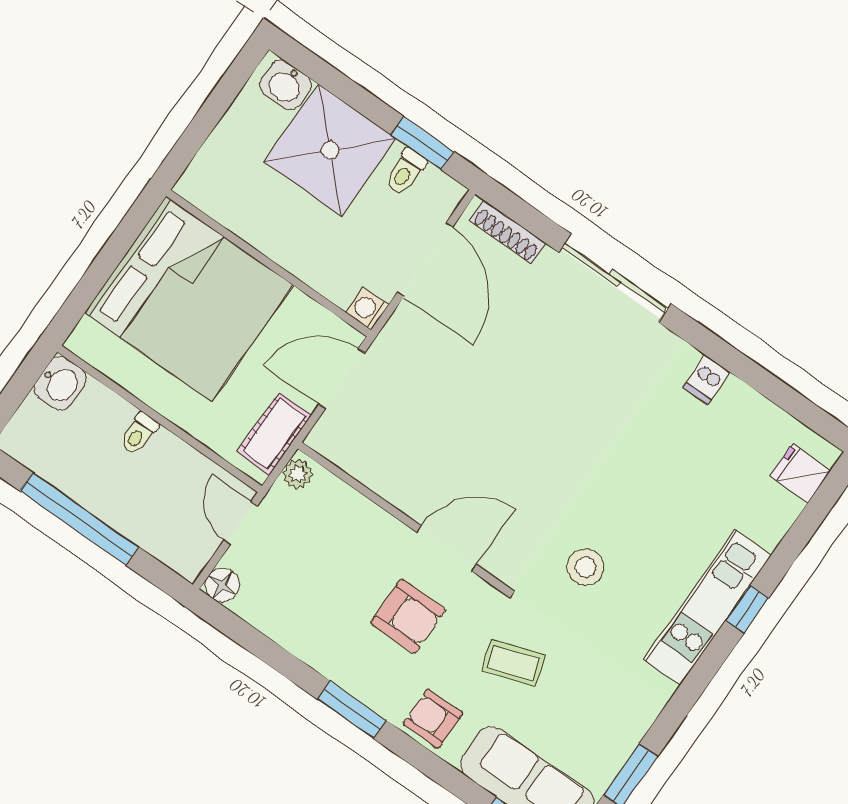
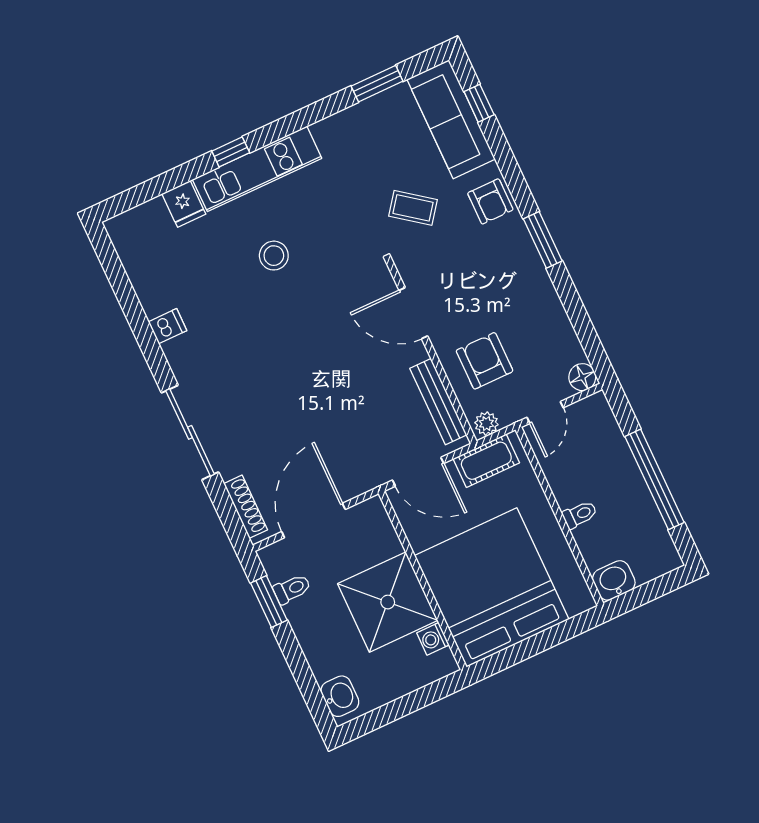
shower: (330, 150) -> (388, 602), moved
washing machine: (367, 309) -> (433, 639), moved, turned 90
bench: (364, 468) -> (438, 402), added
fridge: (800, 473) -> (184, 204), moved
stool: (586, 567) -> (274, 256), moved
armchair: (408, 616) -> (485, 361), moved
coffee table: (513, 663) -> (413, 208), turned -34

